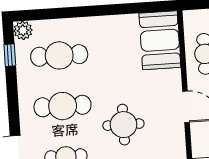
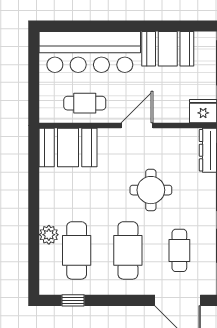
plant: (23, 30) -> (49, 235), moved

